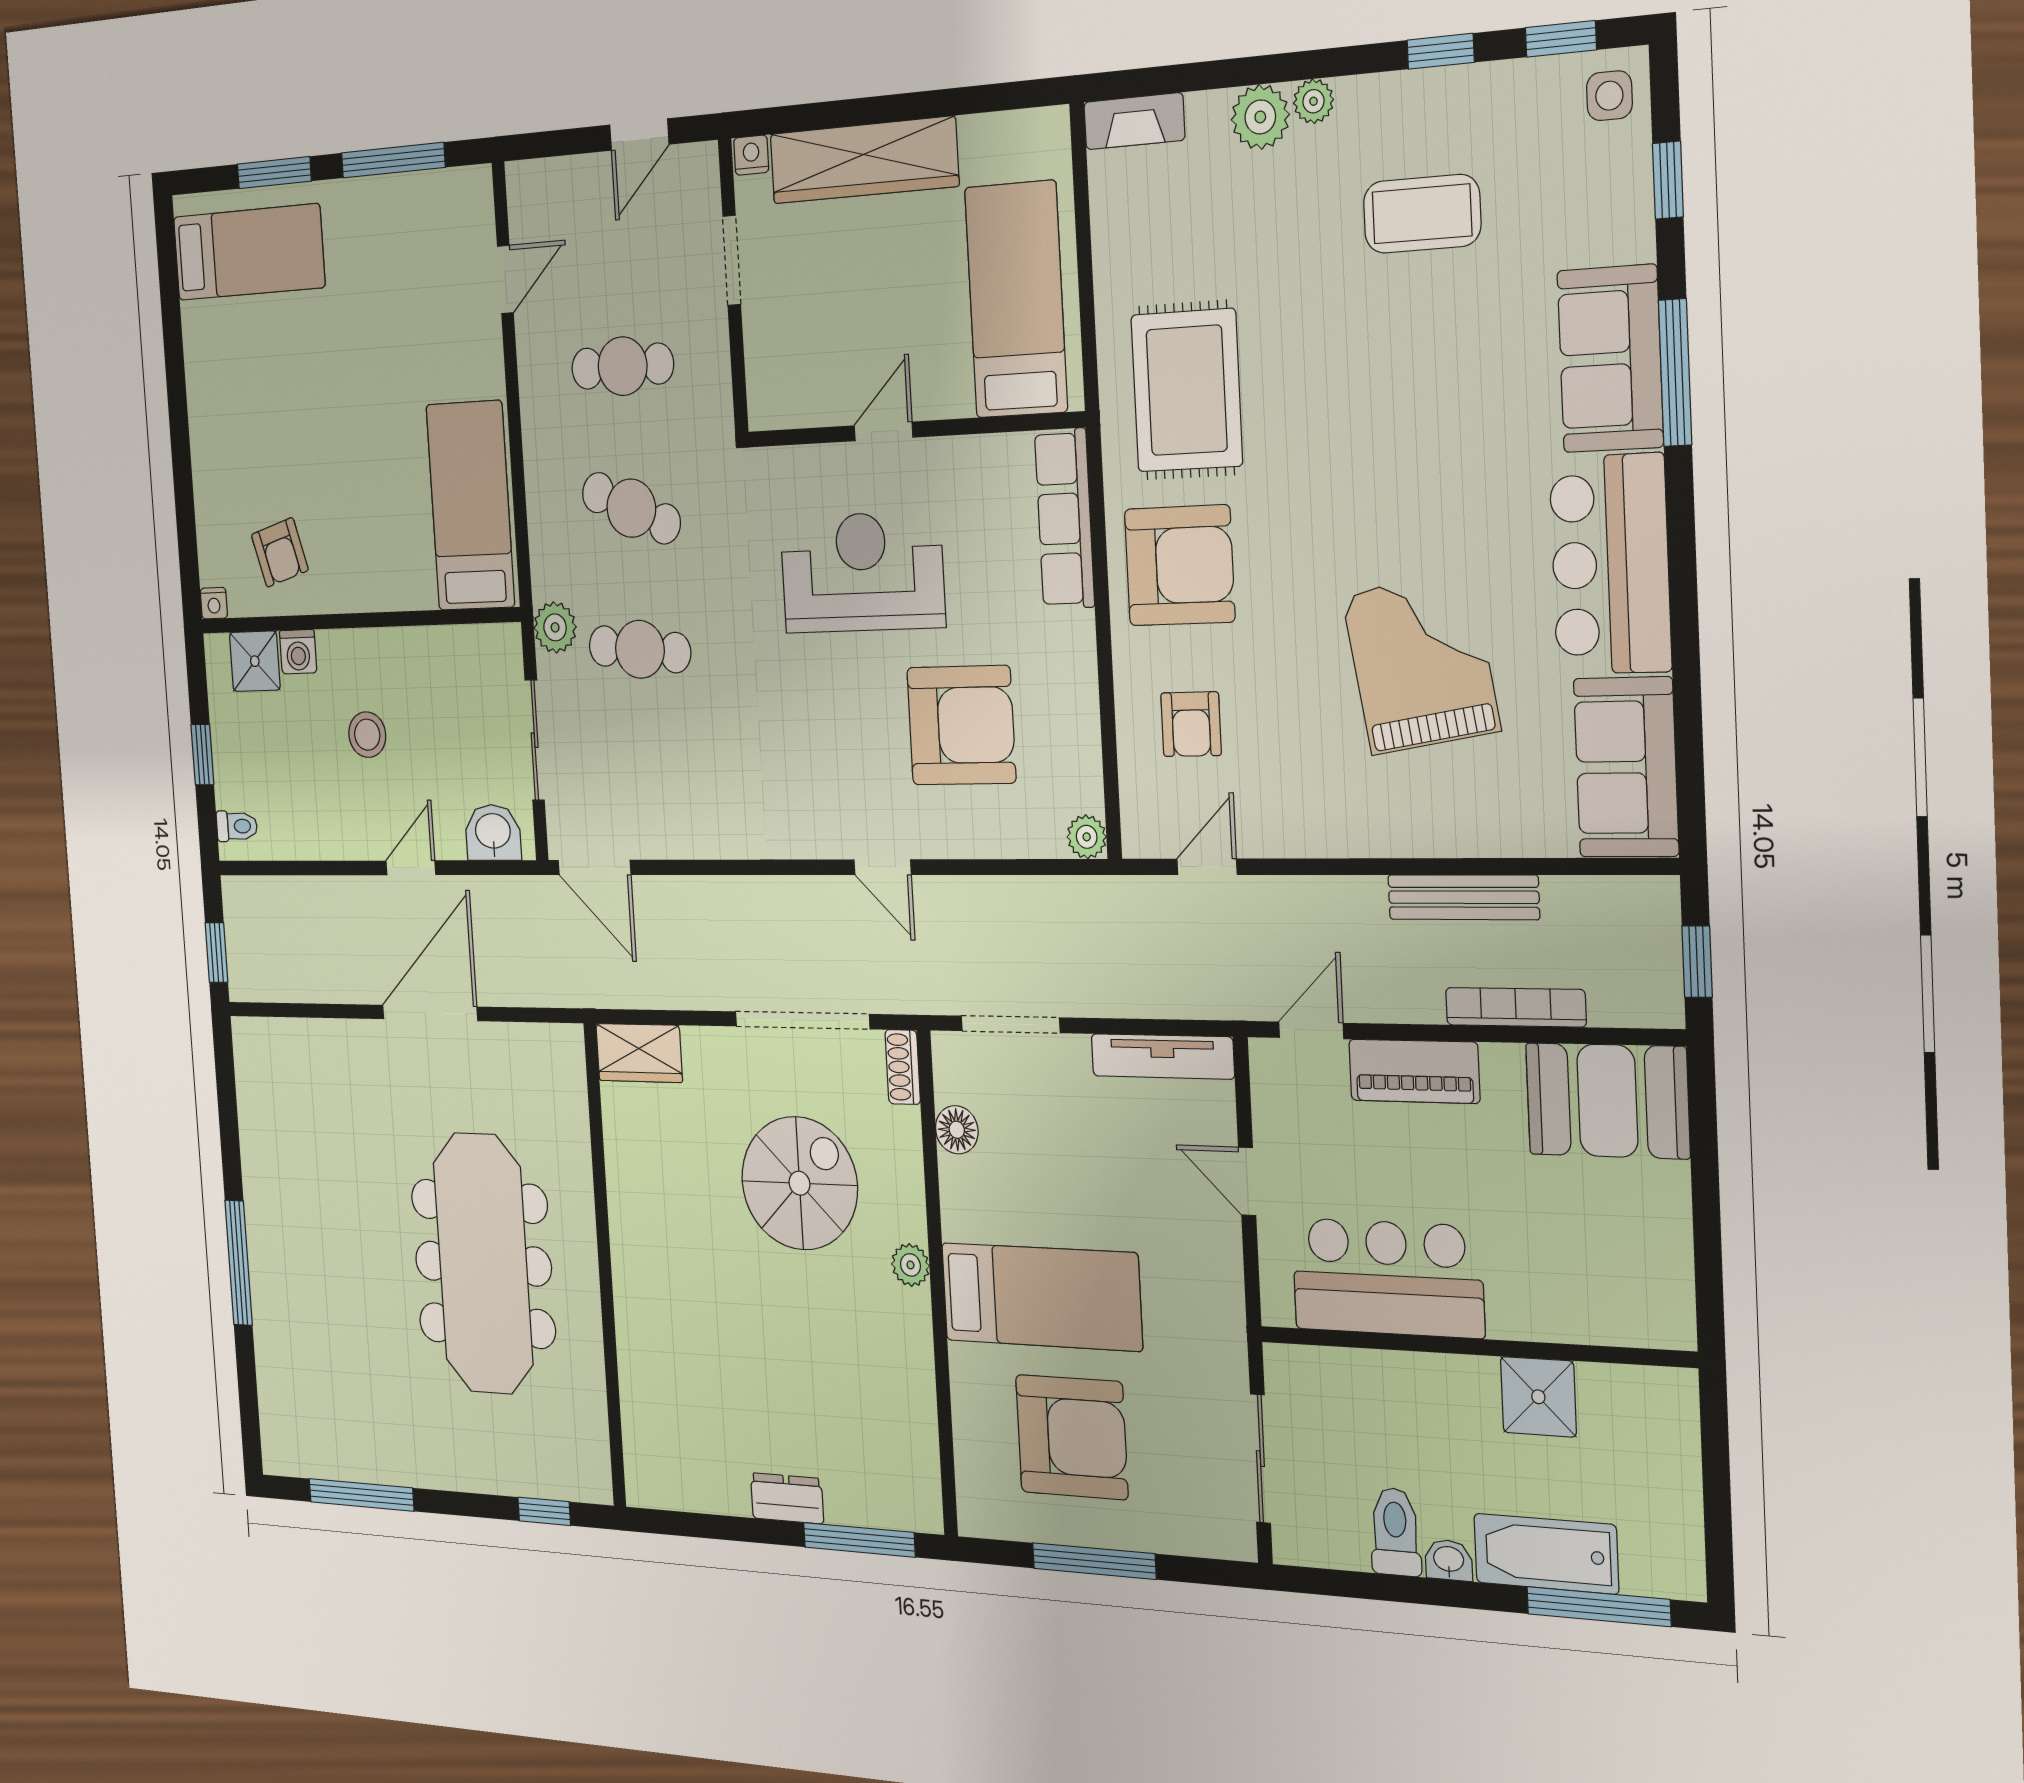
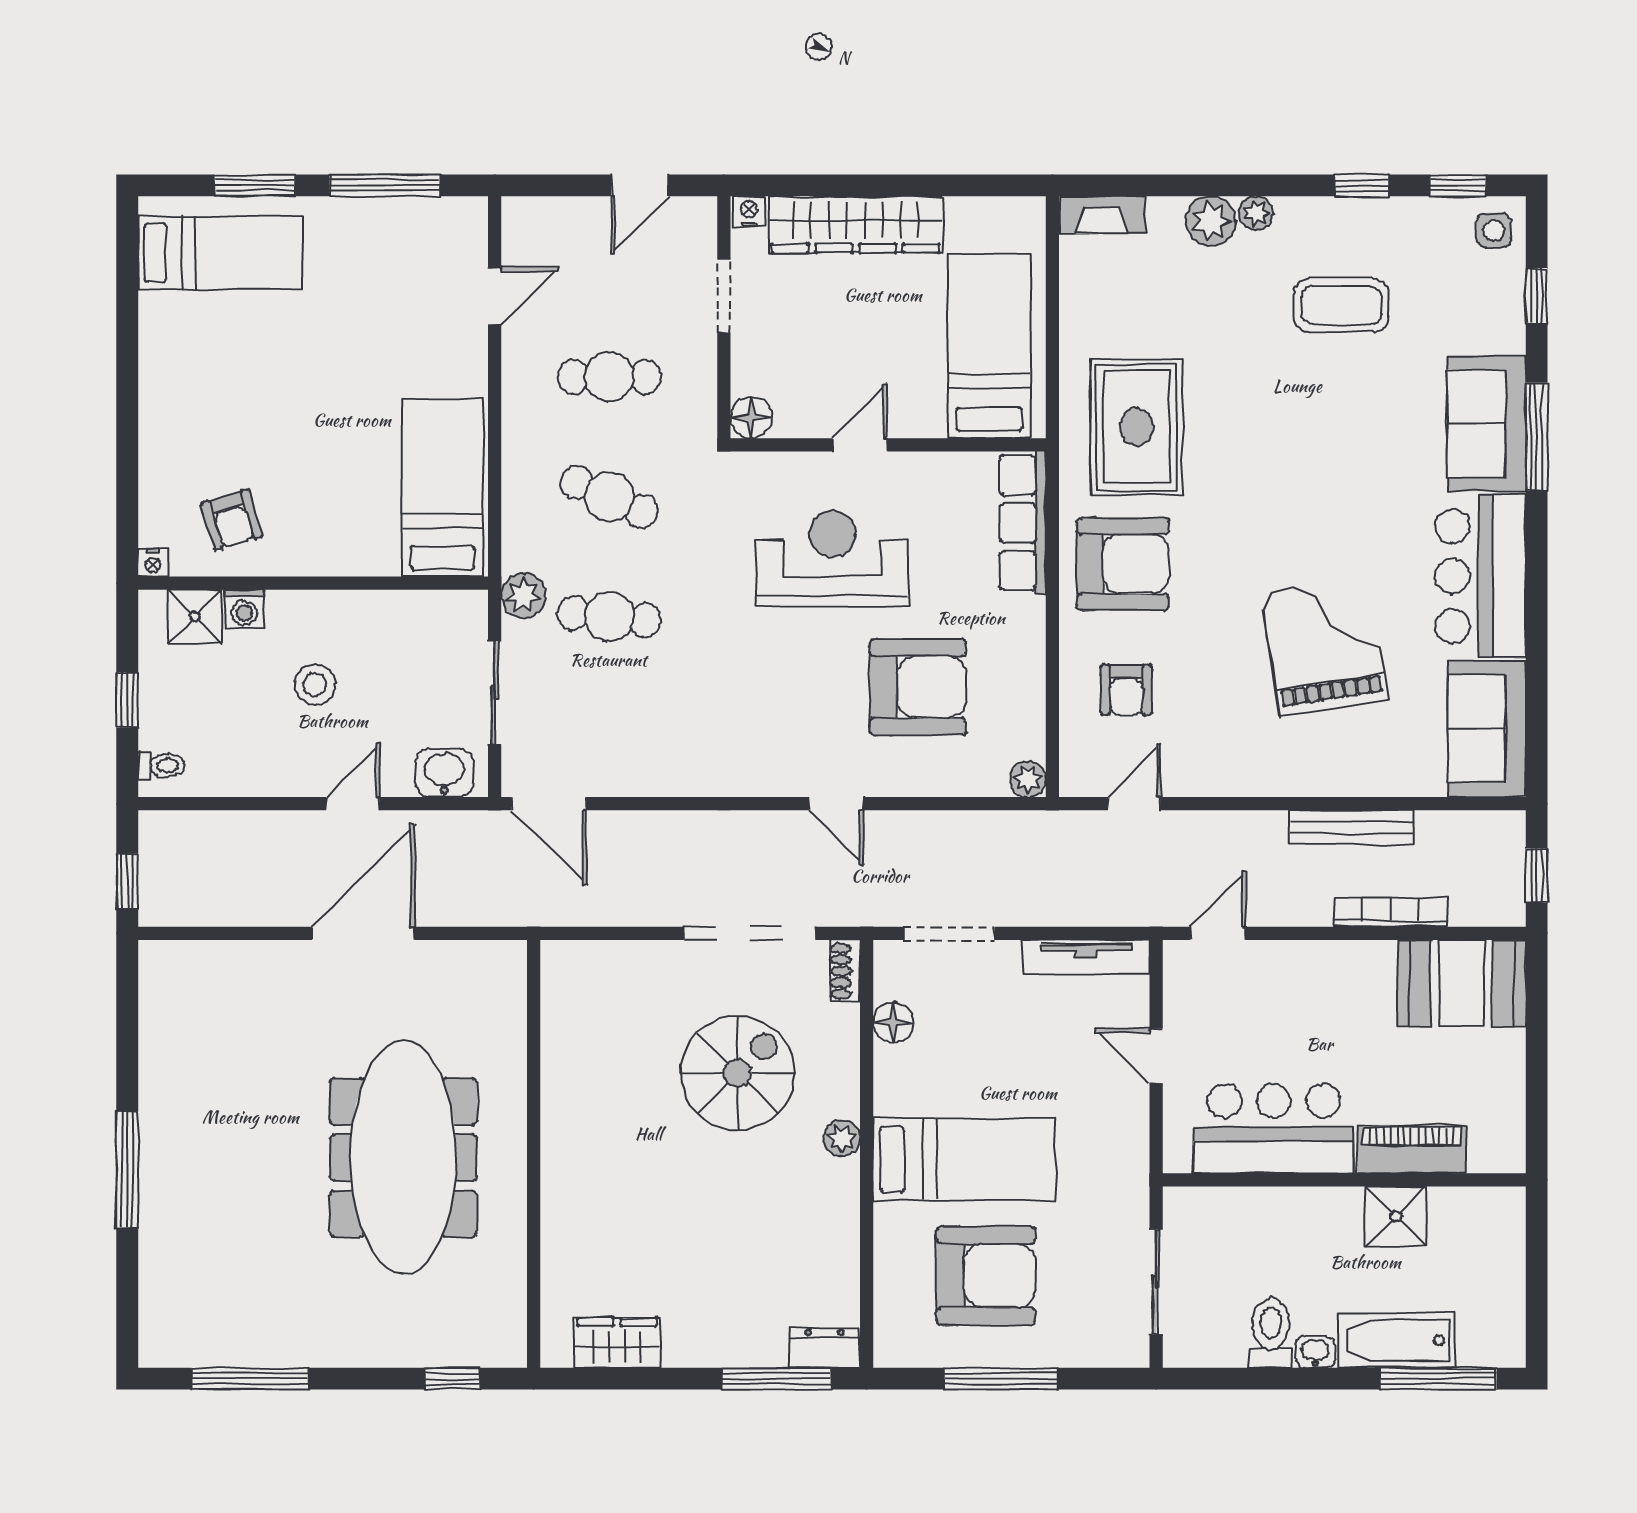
floor lamp: (768, 405) -> (751, 417), added
wardrobe: (639, 1053) -> (617, 1343), moved, turned 180
piano: (1414, 1071) -> (1412, 1149), moved, turned 180
dresser: (787, 1498) -> (824, 1348), moved

